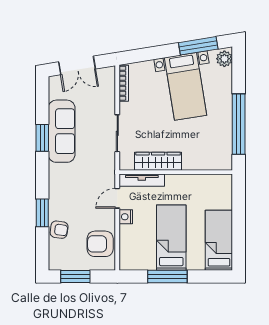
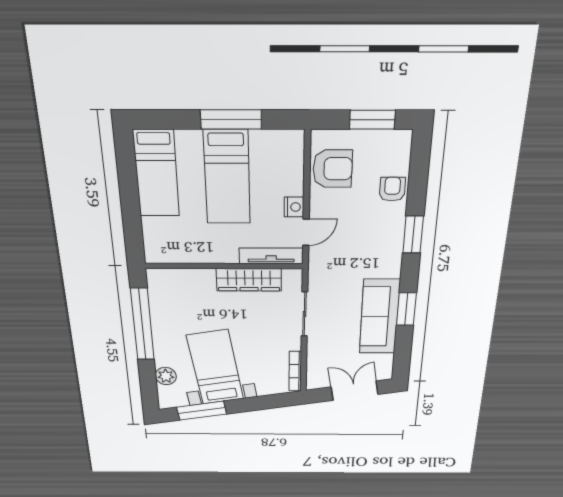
plant: (224, 59) -> (166, 376), moved
window: (42, 213) -> (413, 235), moved
armchair: (59, 230) -> (392, 189), turned 82

